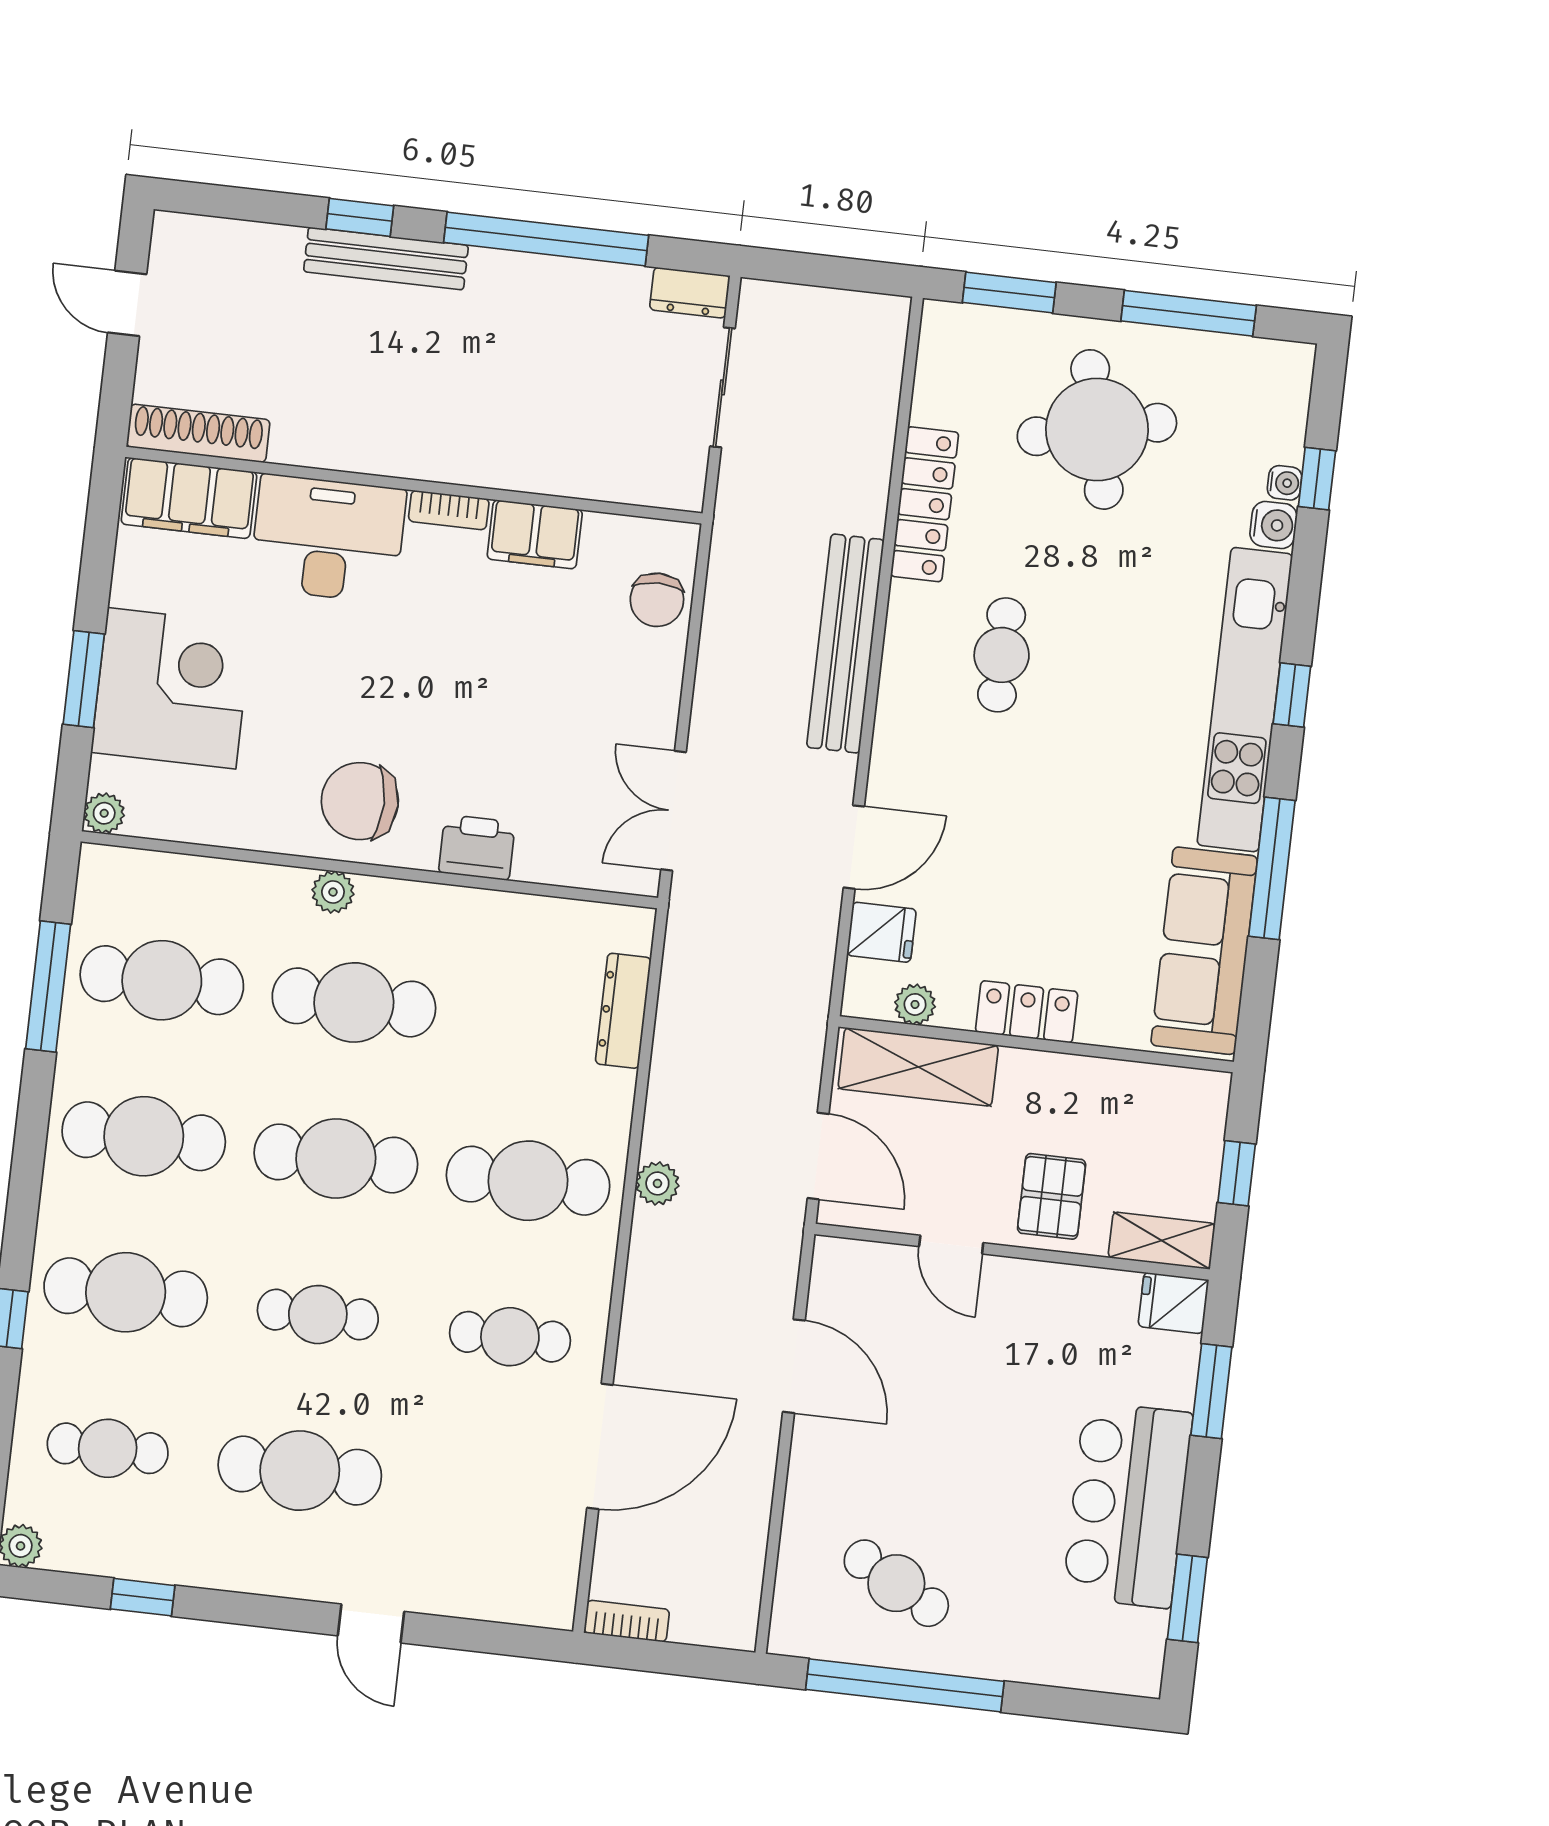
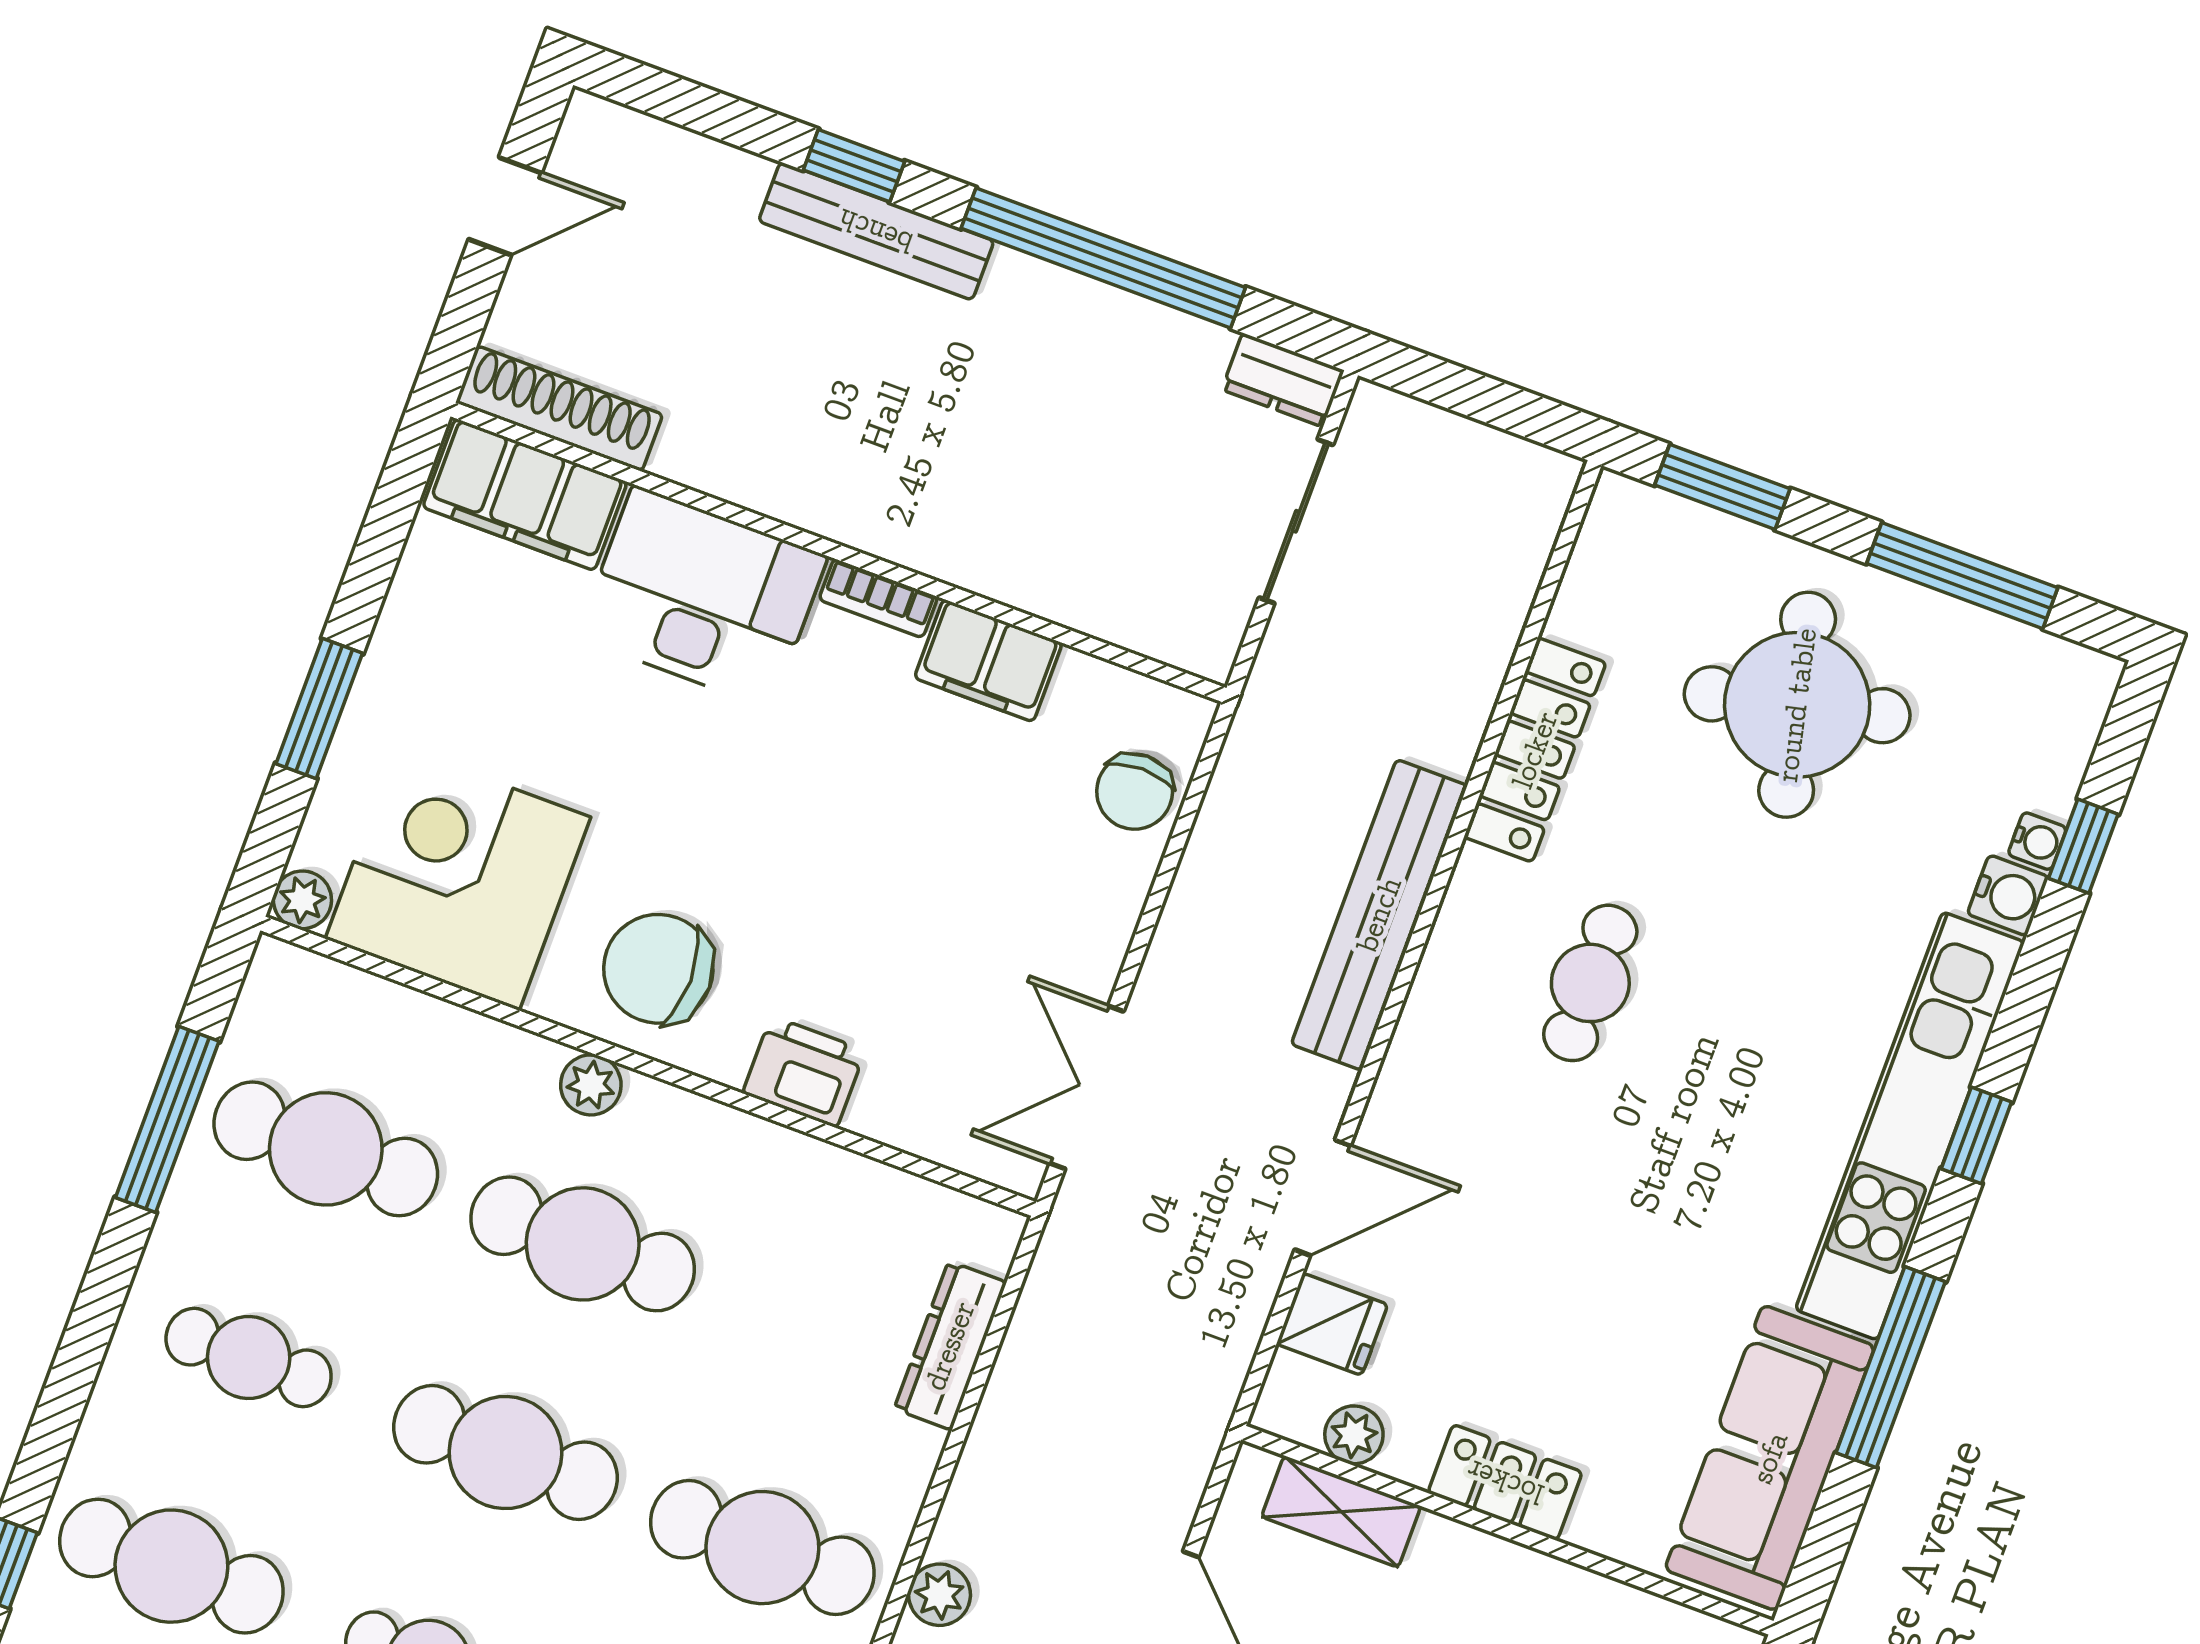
door: (127, 303) -> (505, 206), swing flipped
corner desk: (172, 688) -> (458, 878), moved, turned -90
shelving: (918, 1067) -> (1341, 1512), width x0.67, depth x0.75
cafe table: (144, 1136) -> (249, 1357), width x0.73, depth x0.74

